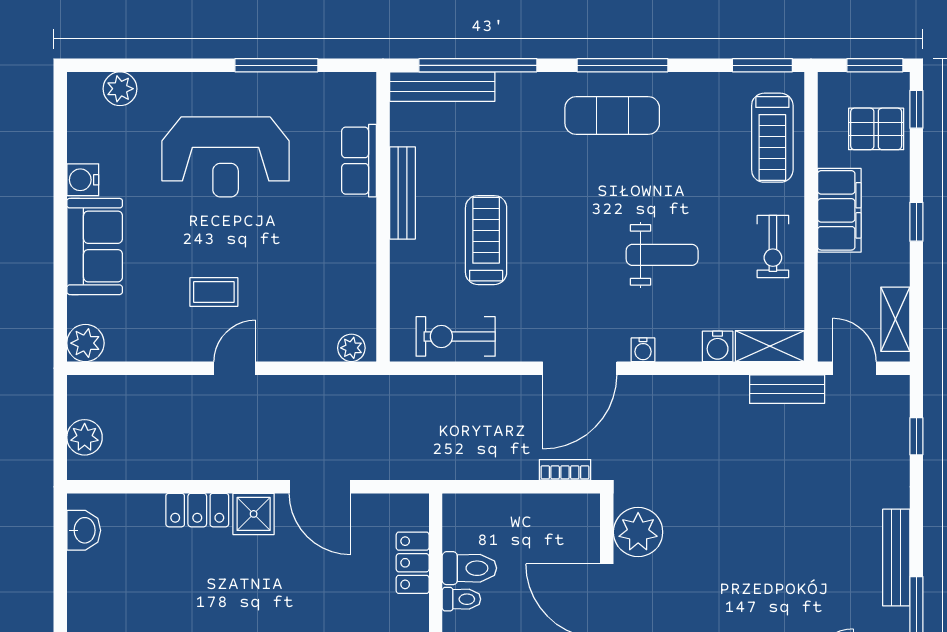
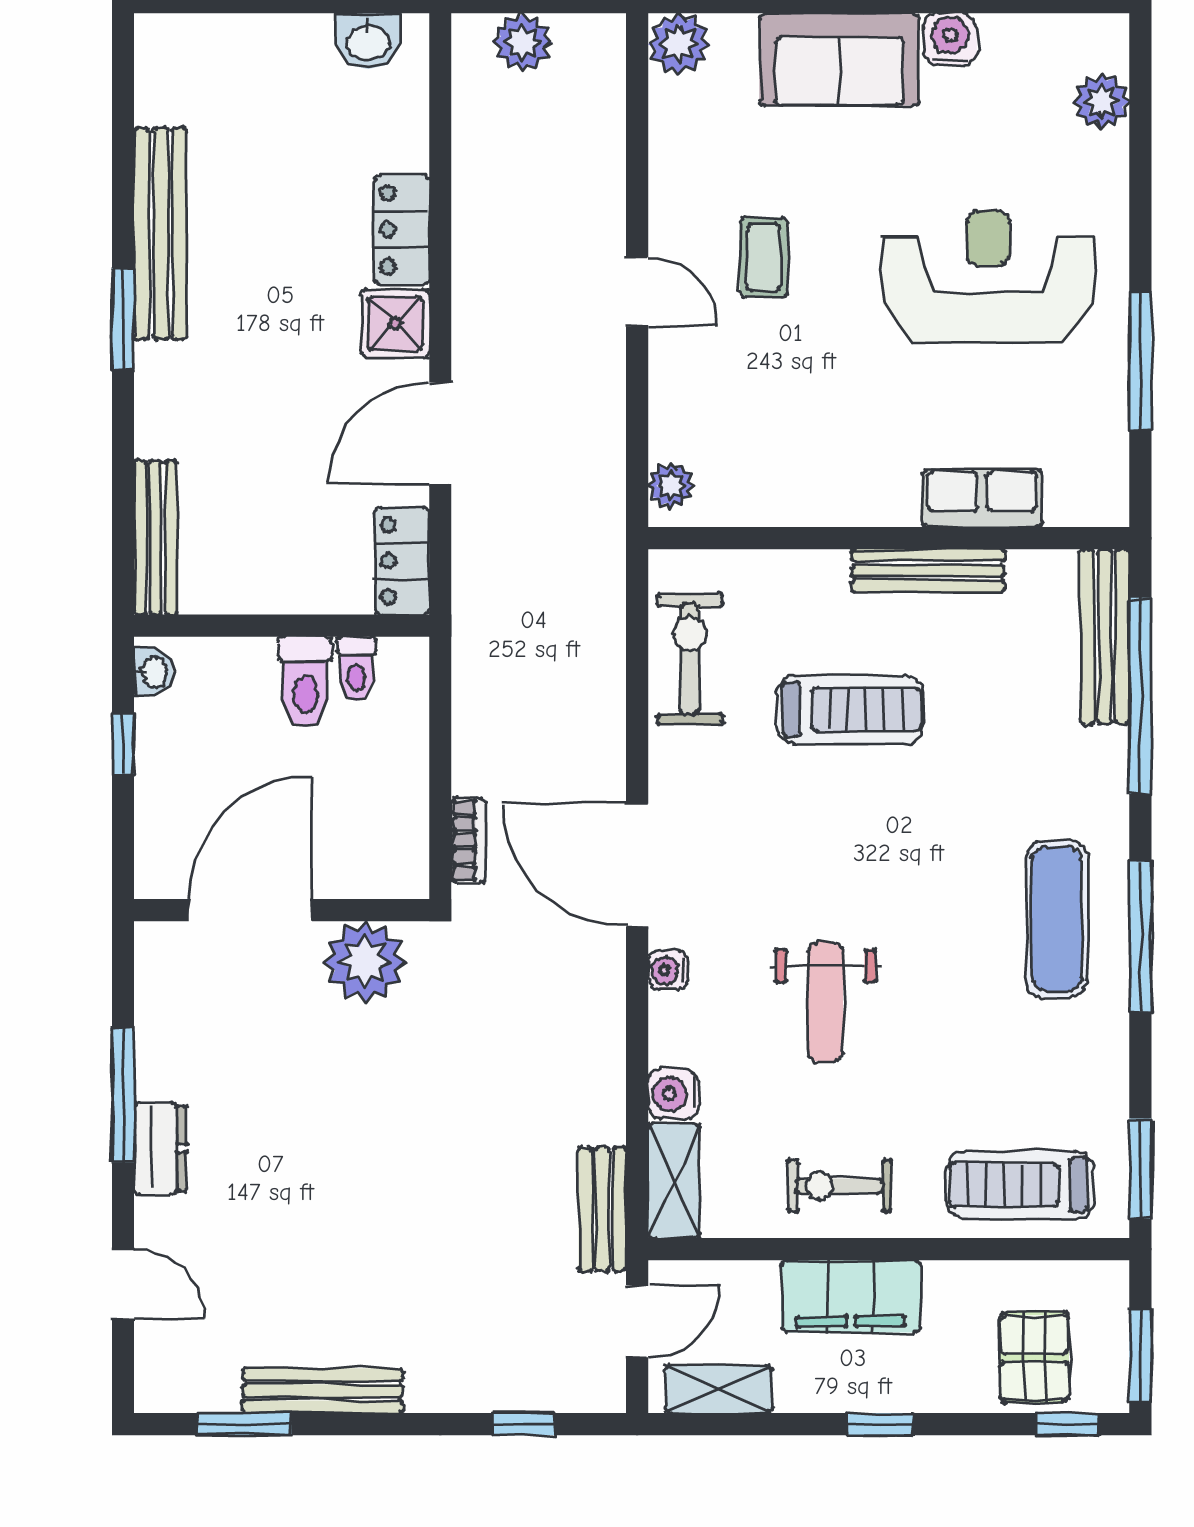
reception desk: (226, 157) -> (988, 277), turned 90
filing cabinet: (839, 210) -> (851, 1296), moved
locker: (413, 563) -> (402, 561), moved, turned -90
toilet: (461, 599) -> (356, 669), moved

